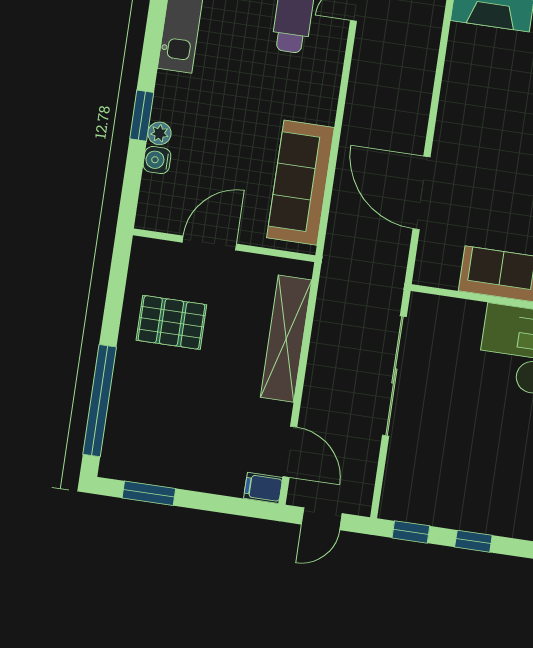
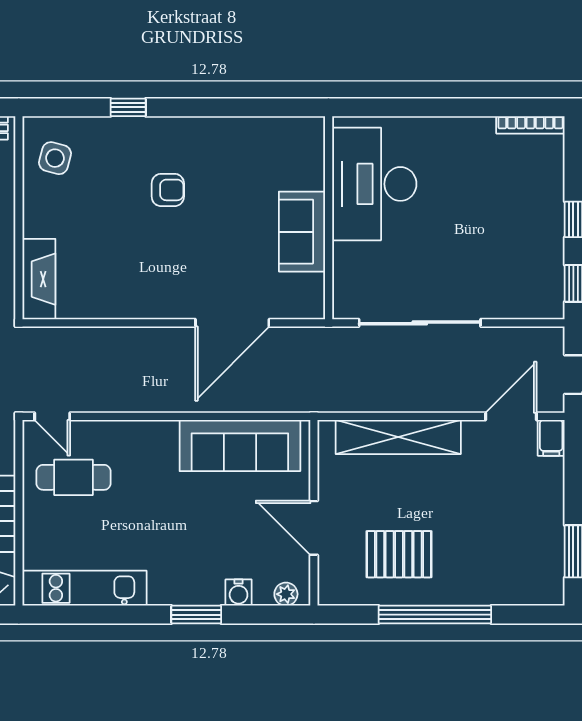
plant: (159, 133) -> (286, 594), moved
pallet: (171, 322) -> (399, 554), turned 90
window: (100, 401) -> (435, 615), moved

